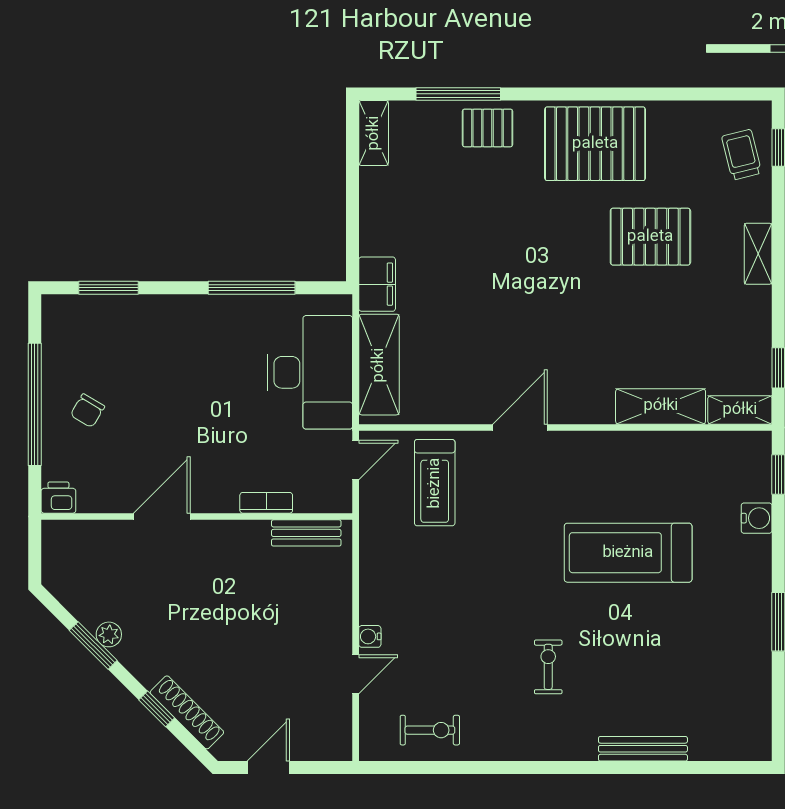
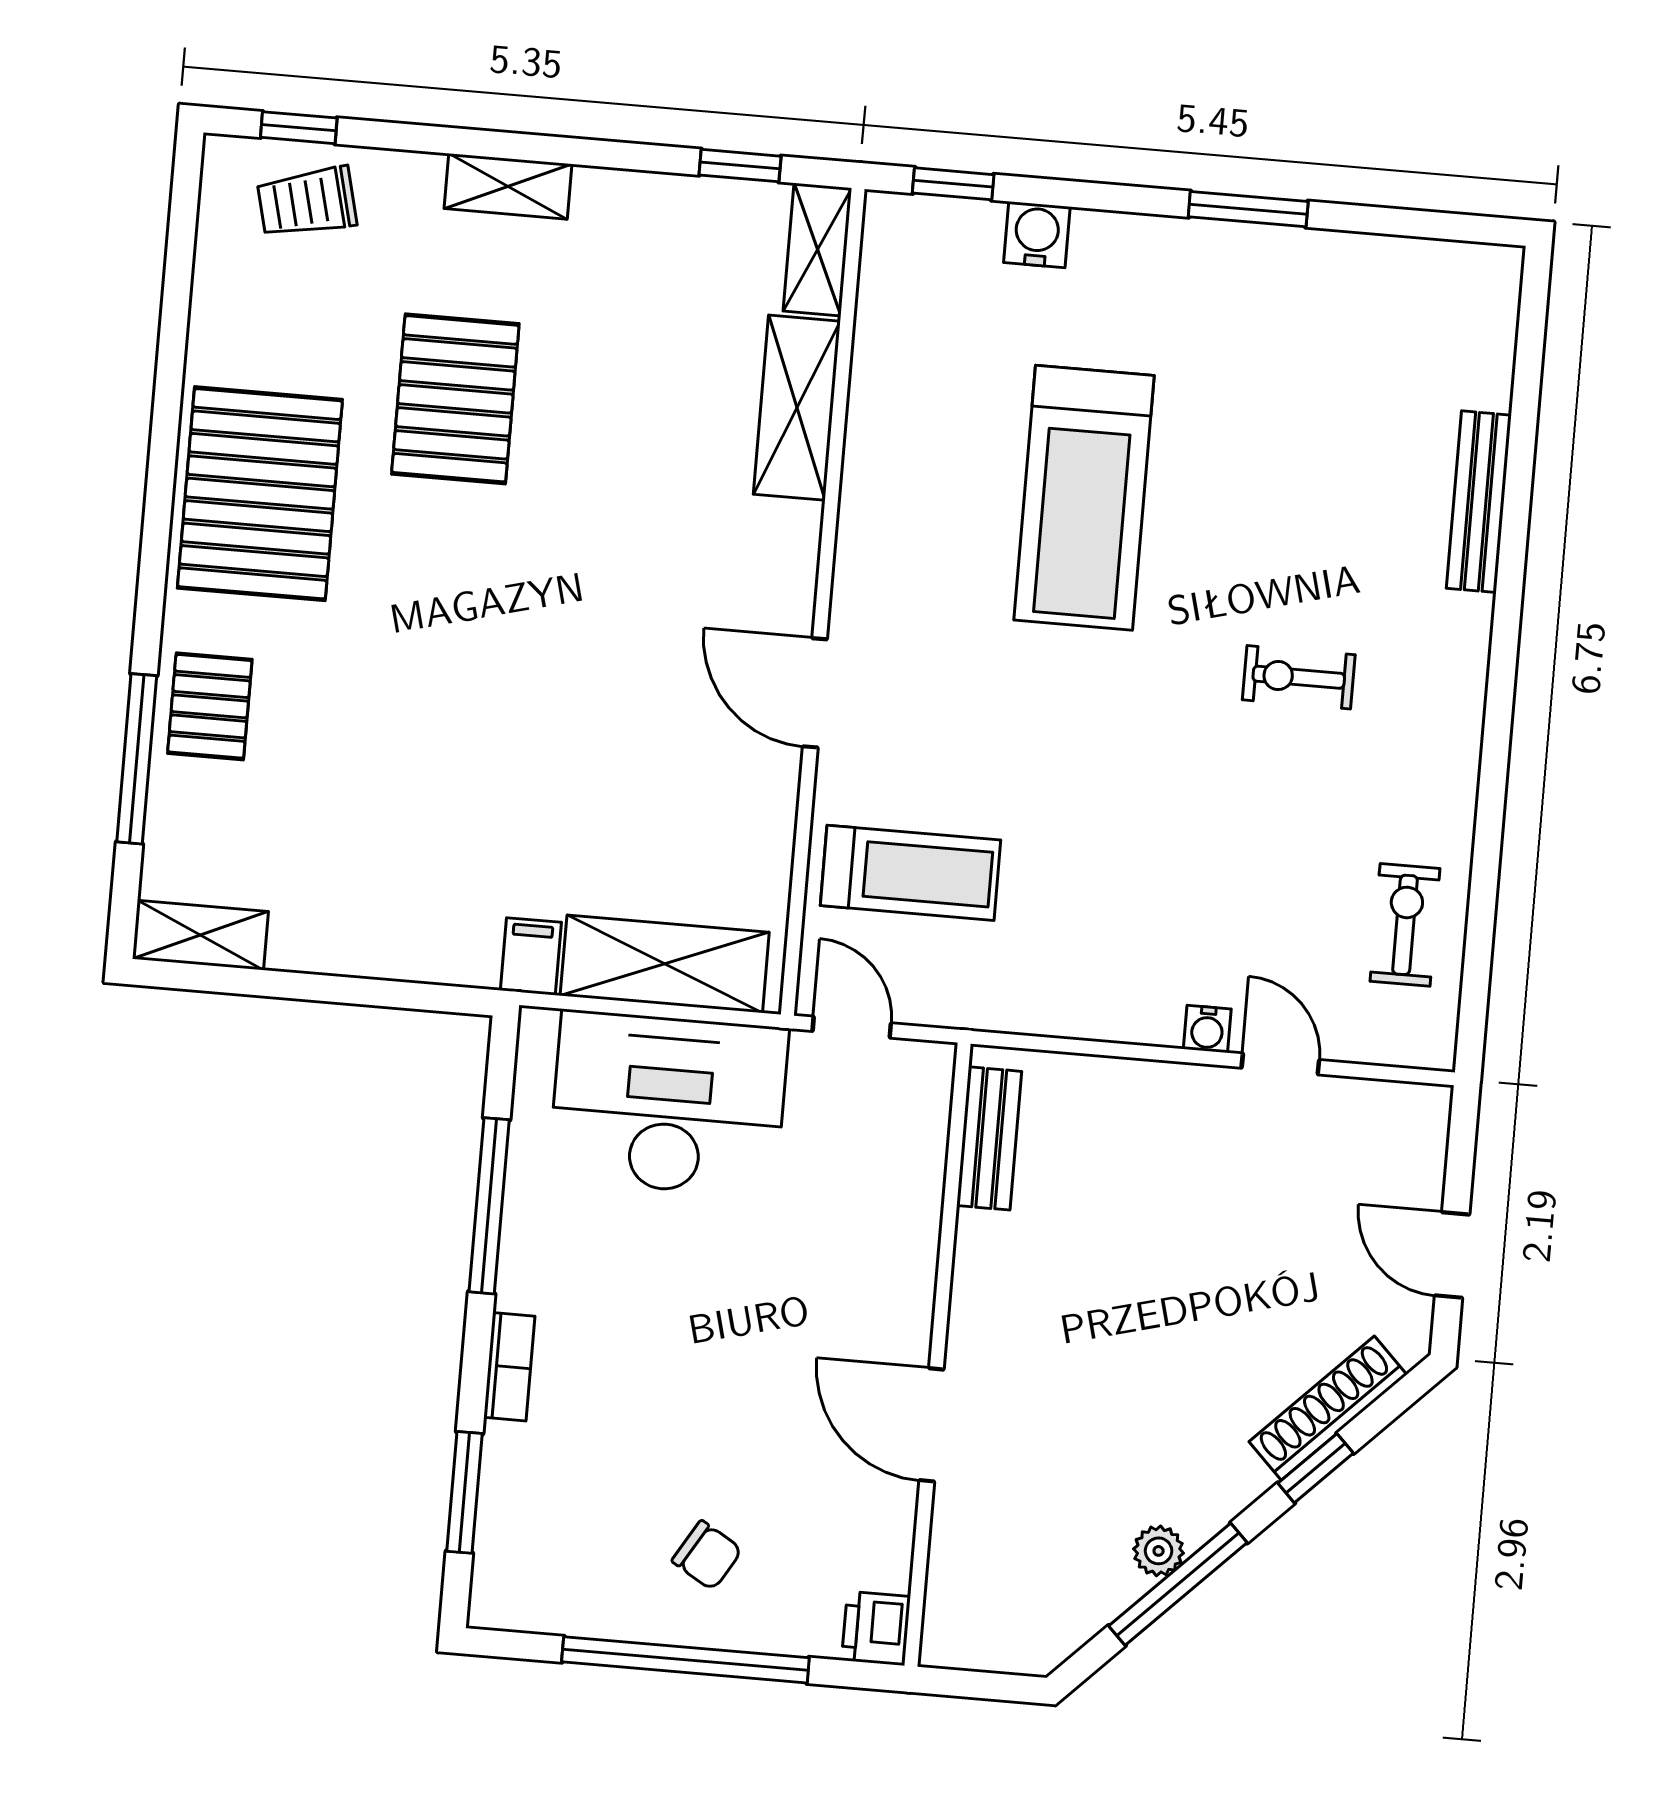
filing cabinet: (377, 284) -> (531, 956), width x0.50
bookcase: (266, 503) -> (509, 1367), moved, turned 180
window: (93, 645) -> (1178, 1584), width x1.44

